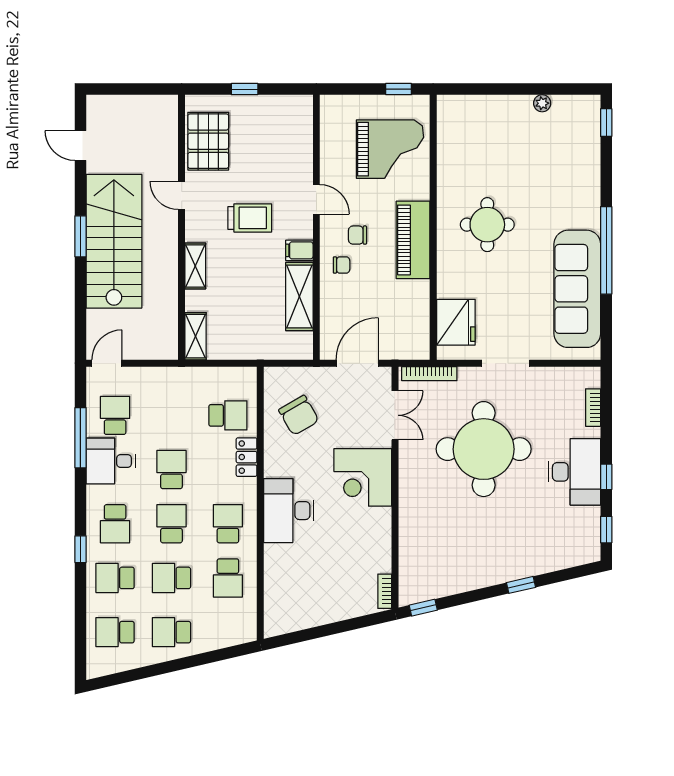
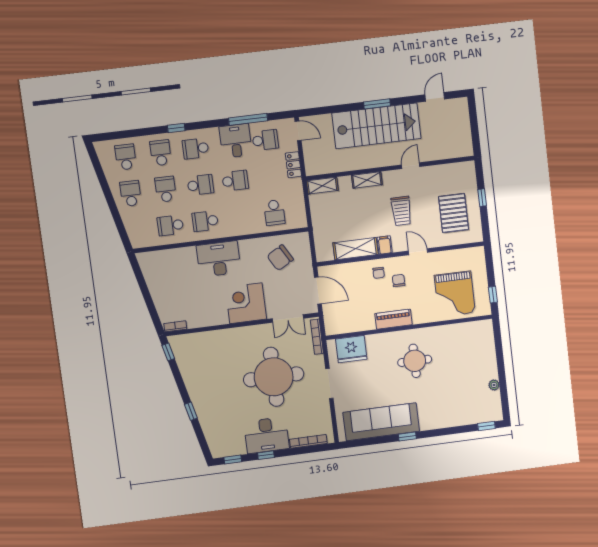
pallet: (208, 141) -> (454, 213), moved, turned 90
door: (316, 199) -> (418, 252), swing flipped
piano: (413, 240) -> (393, 319), width x0.73, depth x0.75
window: (606, 250) -> (407, 436), width x0.32
bookcase: (593, 408) -> (308, 441), width x1.56
locker: (247, 457) -> (293, 165), moved, turned -90
school desk: (228, 524) -> (205, 221), turned 180

